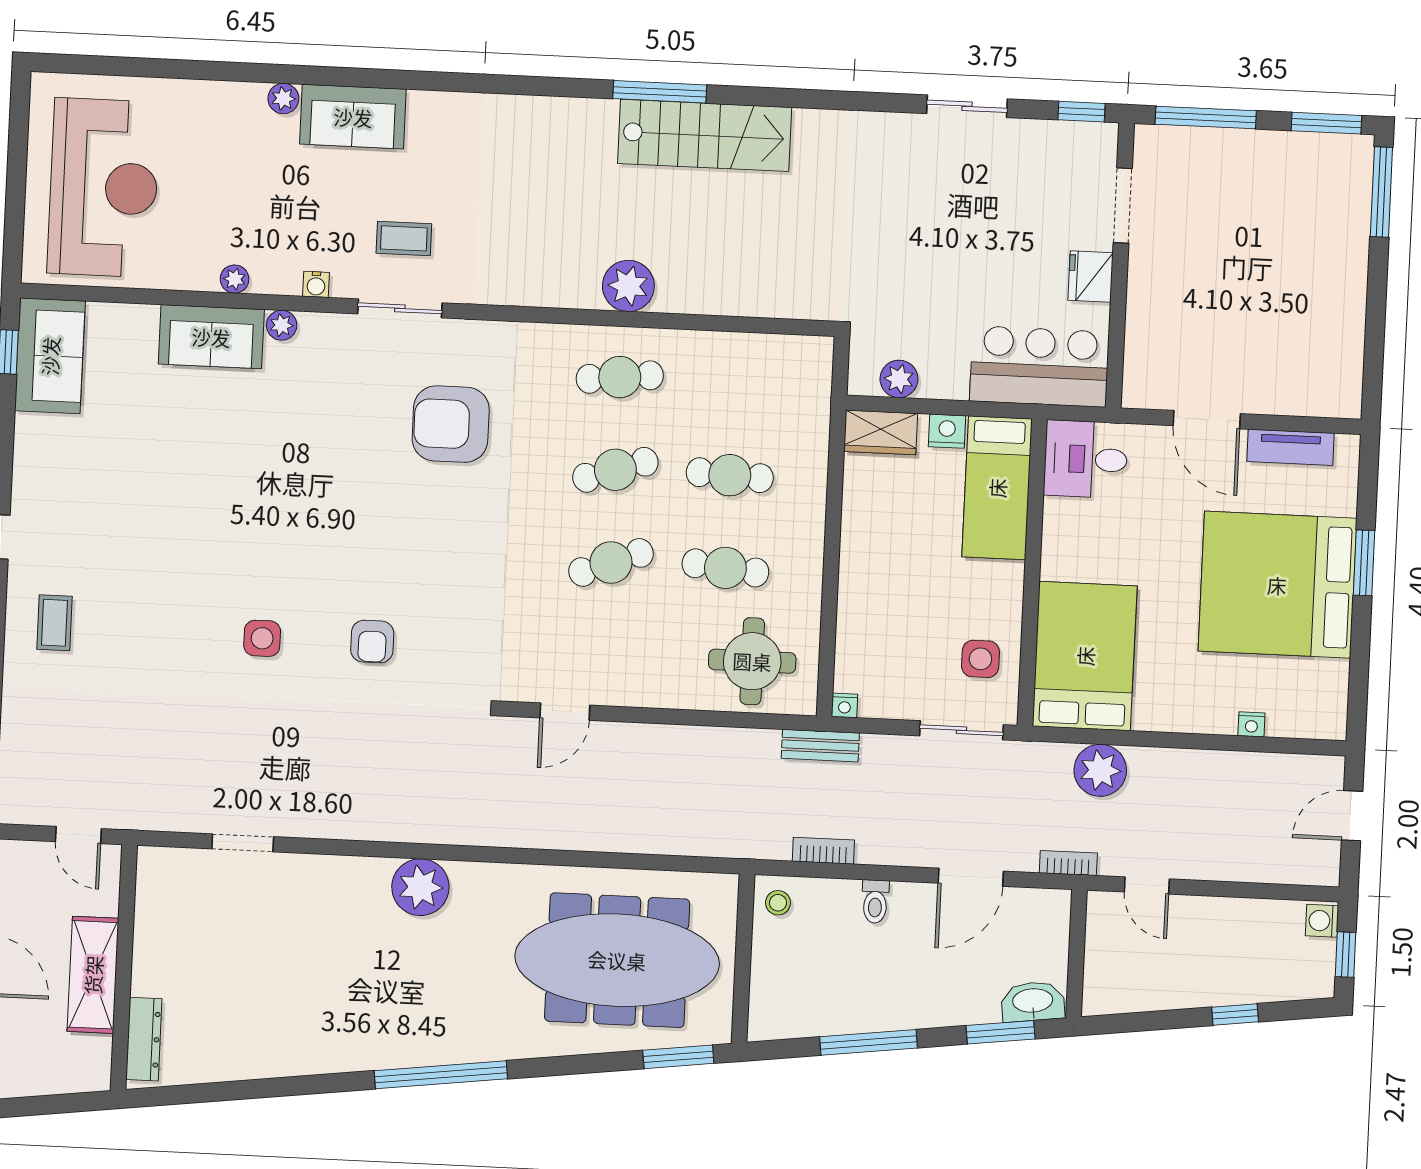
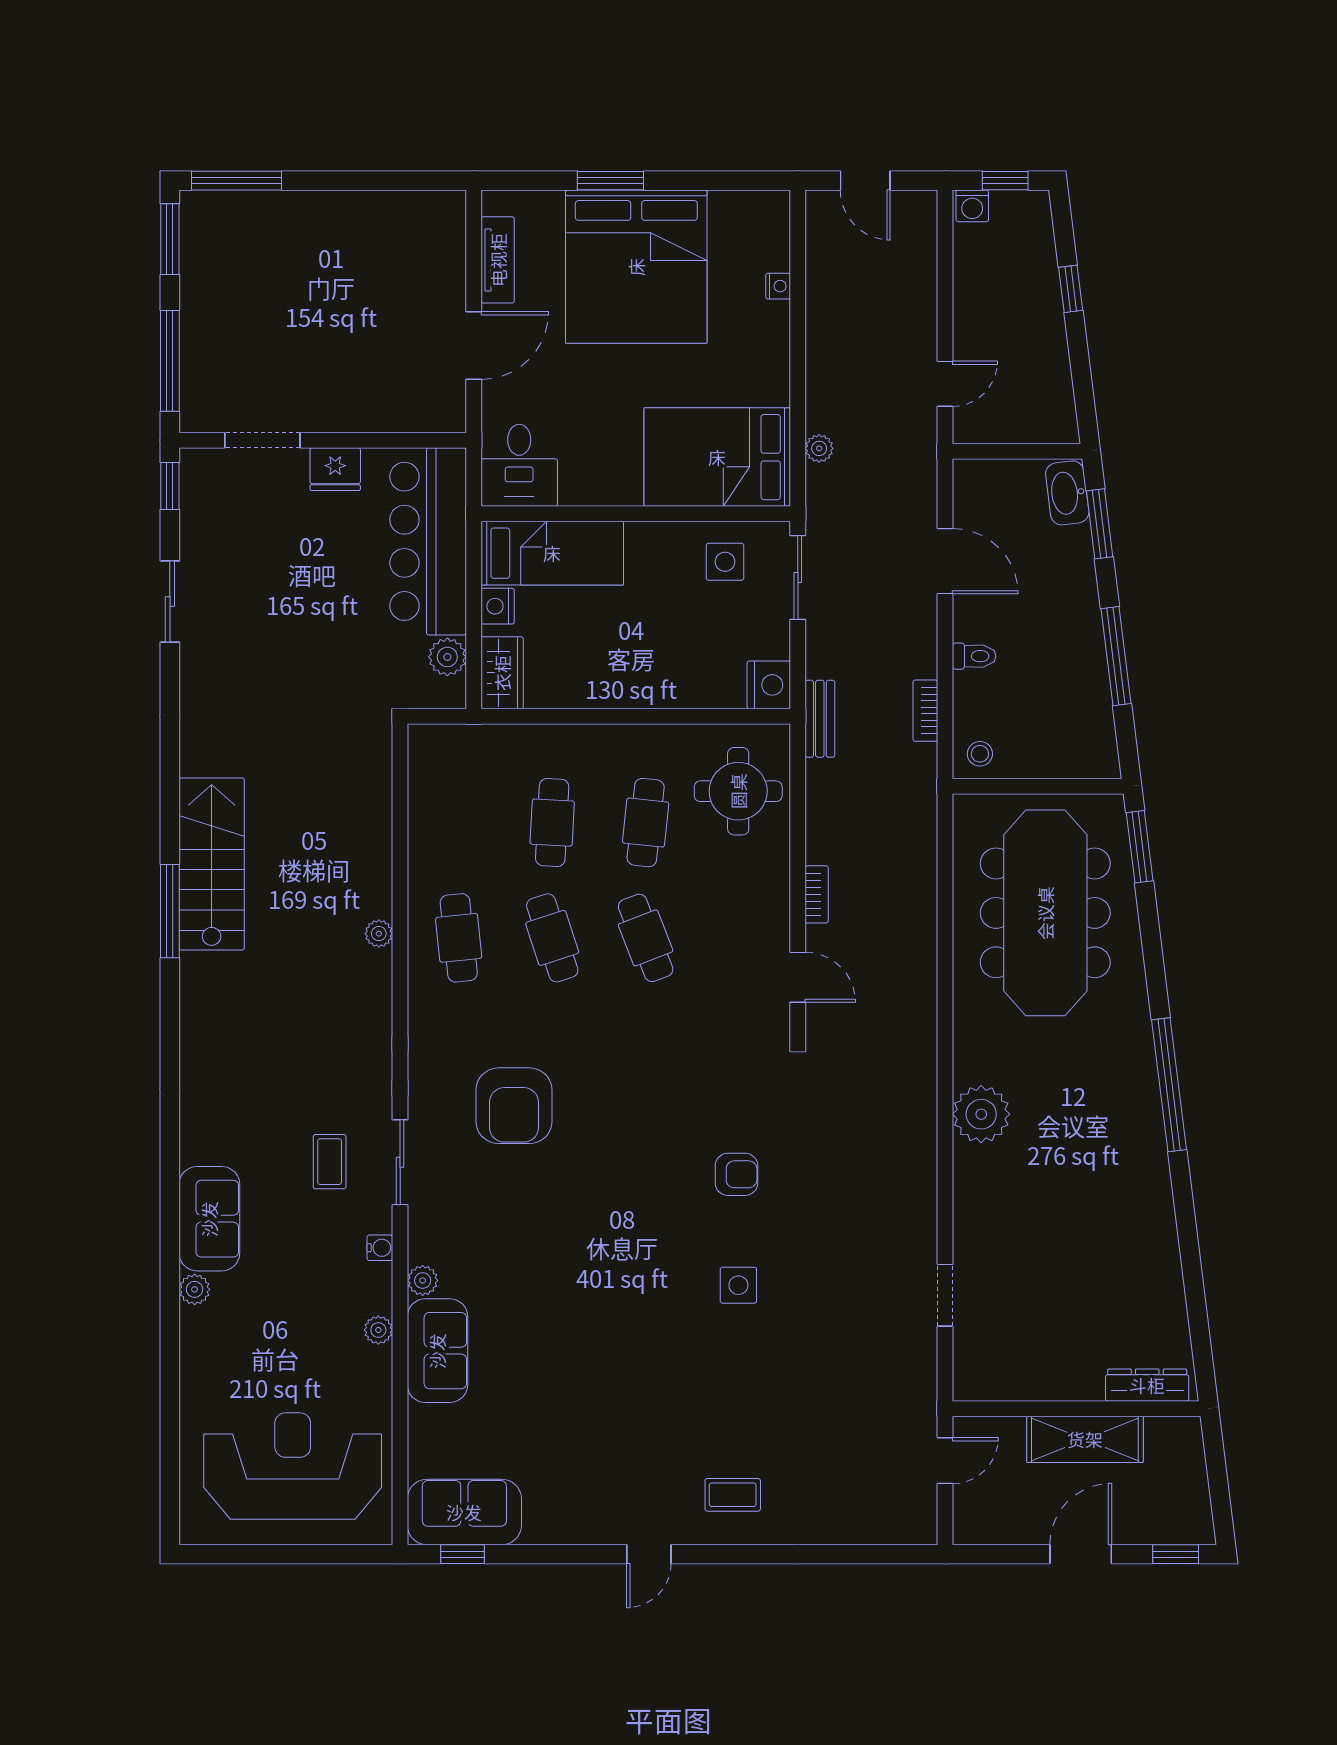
plant: (628, 286) -> (379, 934), width x0.53, depth x0.53
bar counter: (1039, 366) -> (428, 541), width x1.36
nightstand: (845, 705) -> (769, 685), width x1.89, depth x1.79
plant: (1100, 770) -> (819, 448), width x0.53, depth x0.53
bookcase: (1068, 863) -> (817, 894), moved, turned 180

